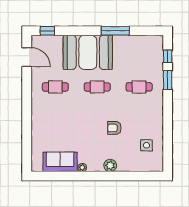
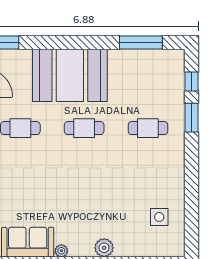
window: (115, 31) -> (141, 43), moved
armchair: (114, 128) -> (110, 191), removed

